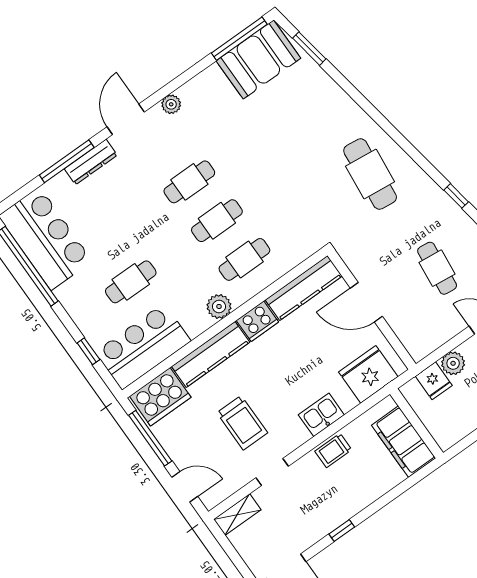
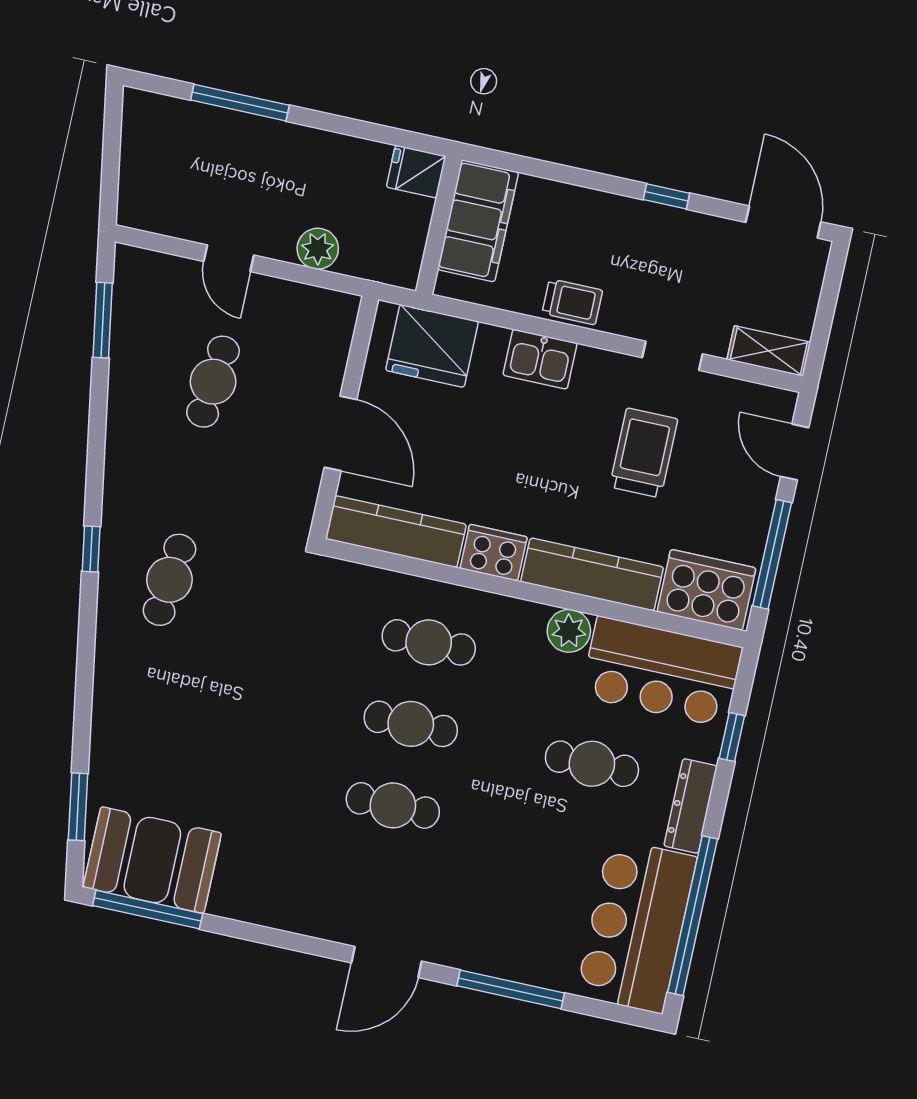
plant: (171, 104) -> (313, 921), removed
dresser: (91, 162) -> (691, 806), moved, turned -90
cafe table: (370, 174) -> (169, 580), width x0.73, depth x0.74
window: (456, 196) -> (91, 549), moved
plant: (219, 306) -> (569, 631), moved
fridge: (434, 381) -> (416, 172), moved, turned -90

